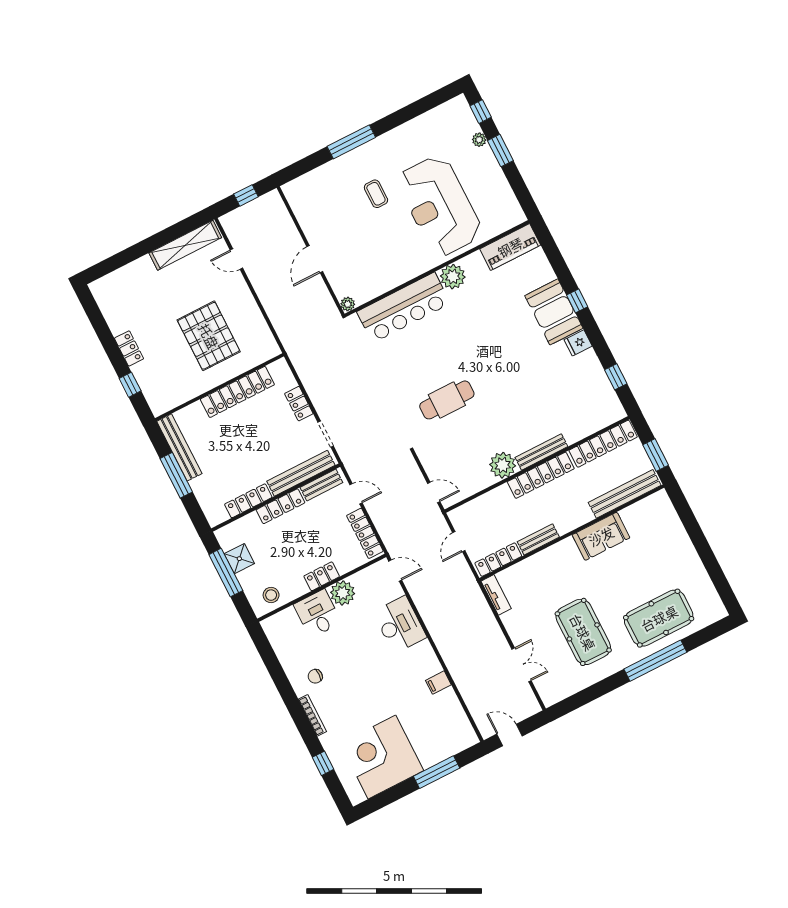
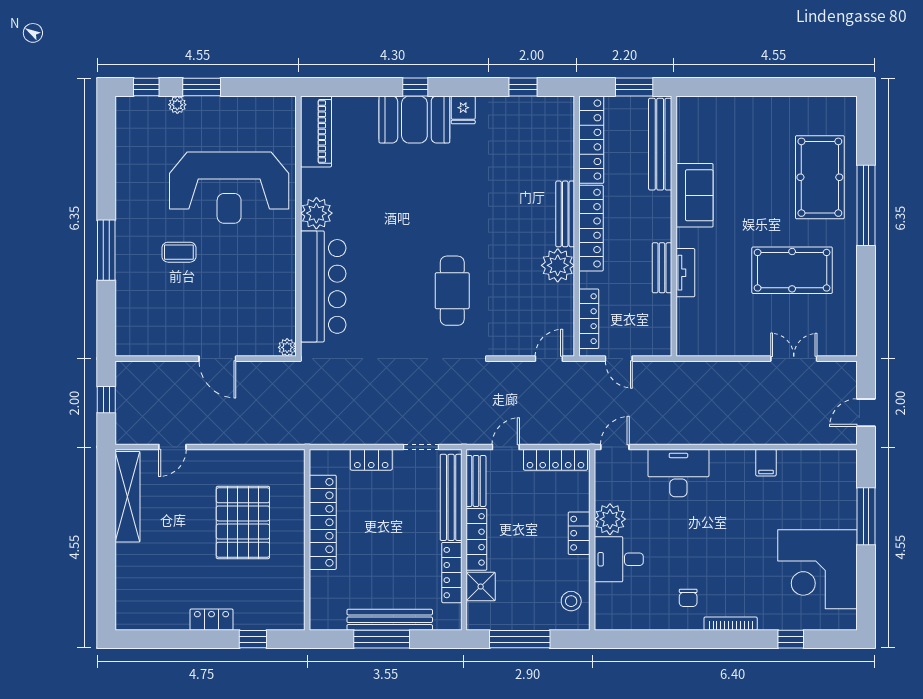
pallet: (209, 336) -> (243, 522), turned 90
bench: (179, 447) -> (390, 620), moved
shower: (239, 559) -> (481, 587), moved
locker: (498, 560) -> (589, 319), moved, turned 180
tv unit: (496, 595) -> (685, 273), moved, turned 90

